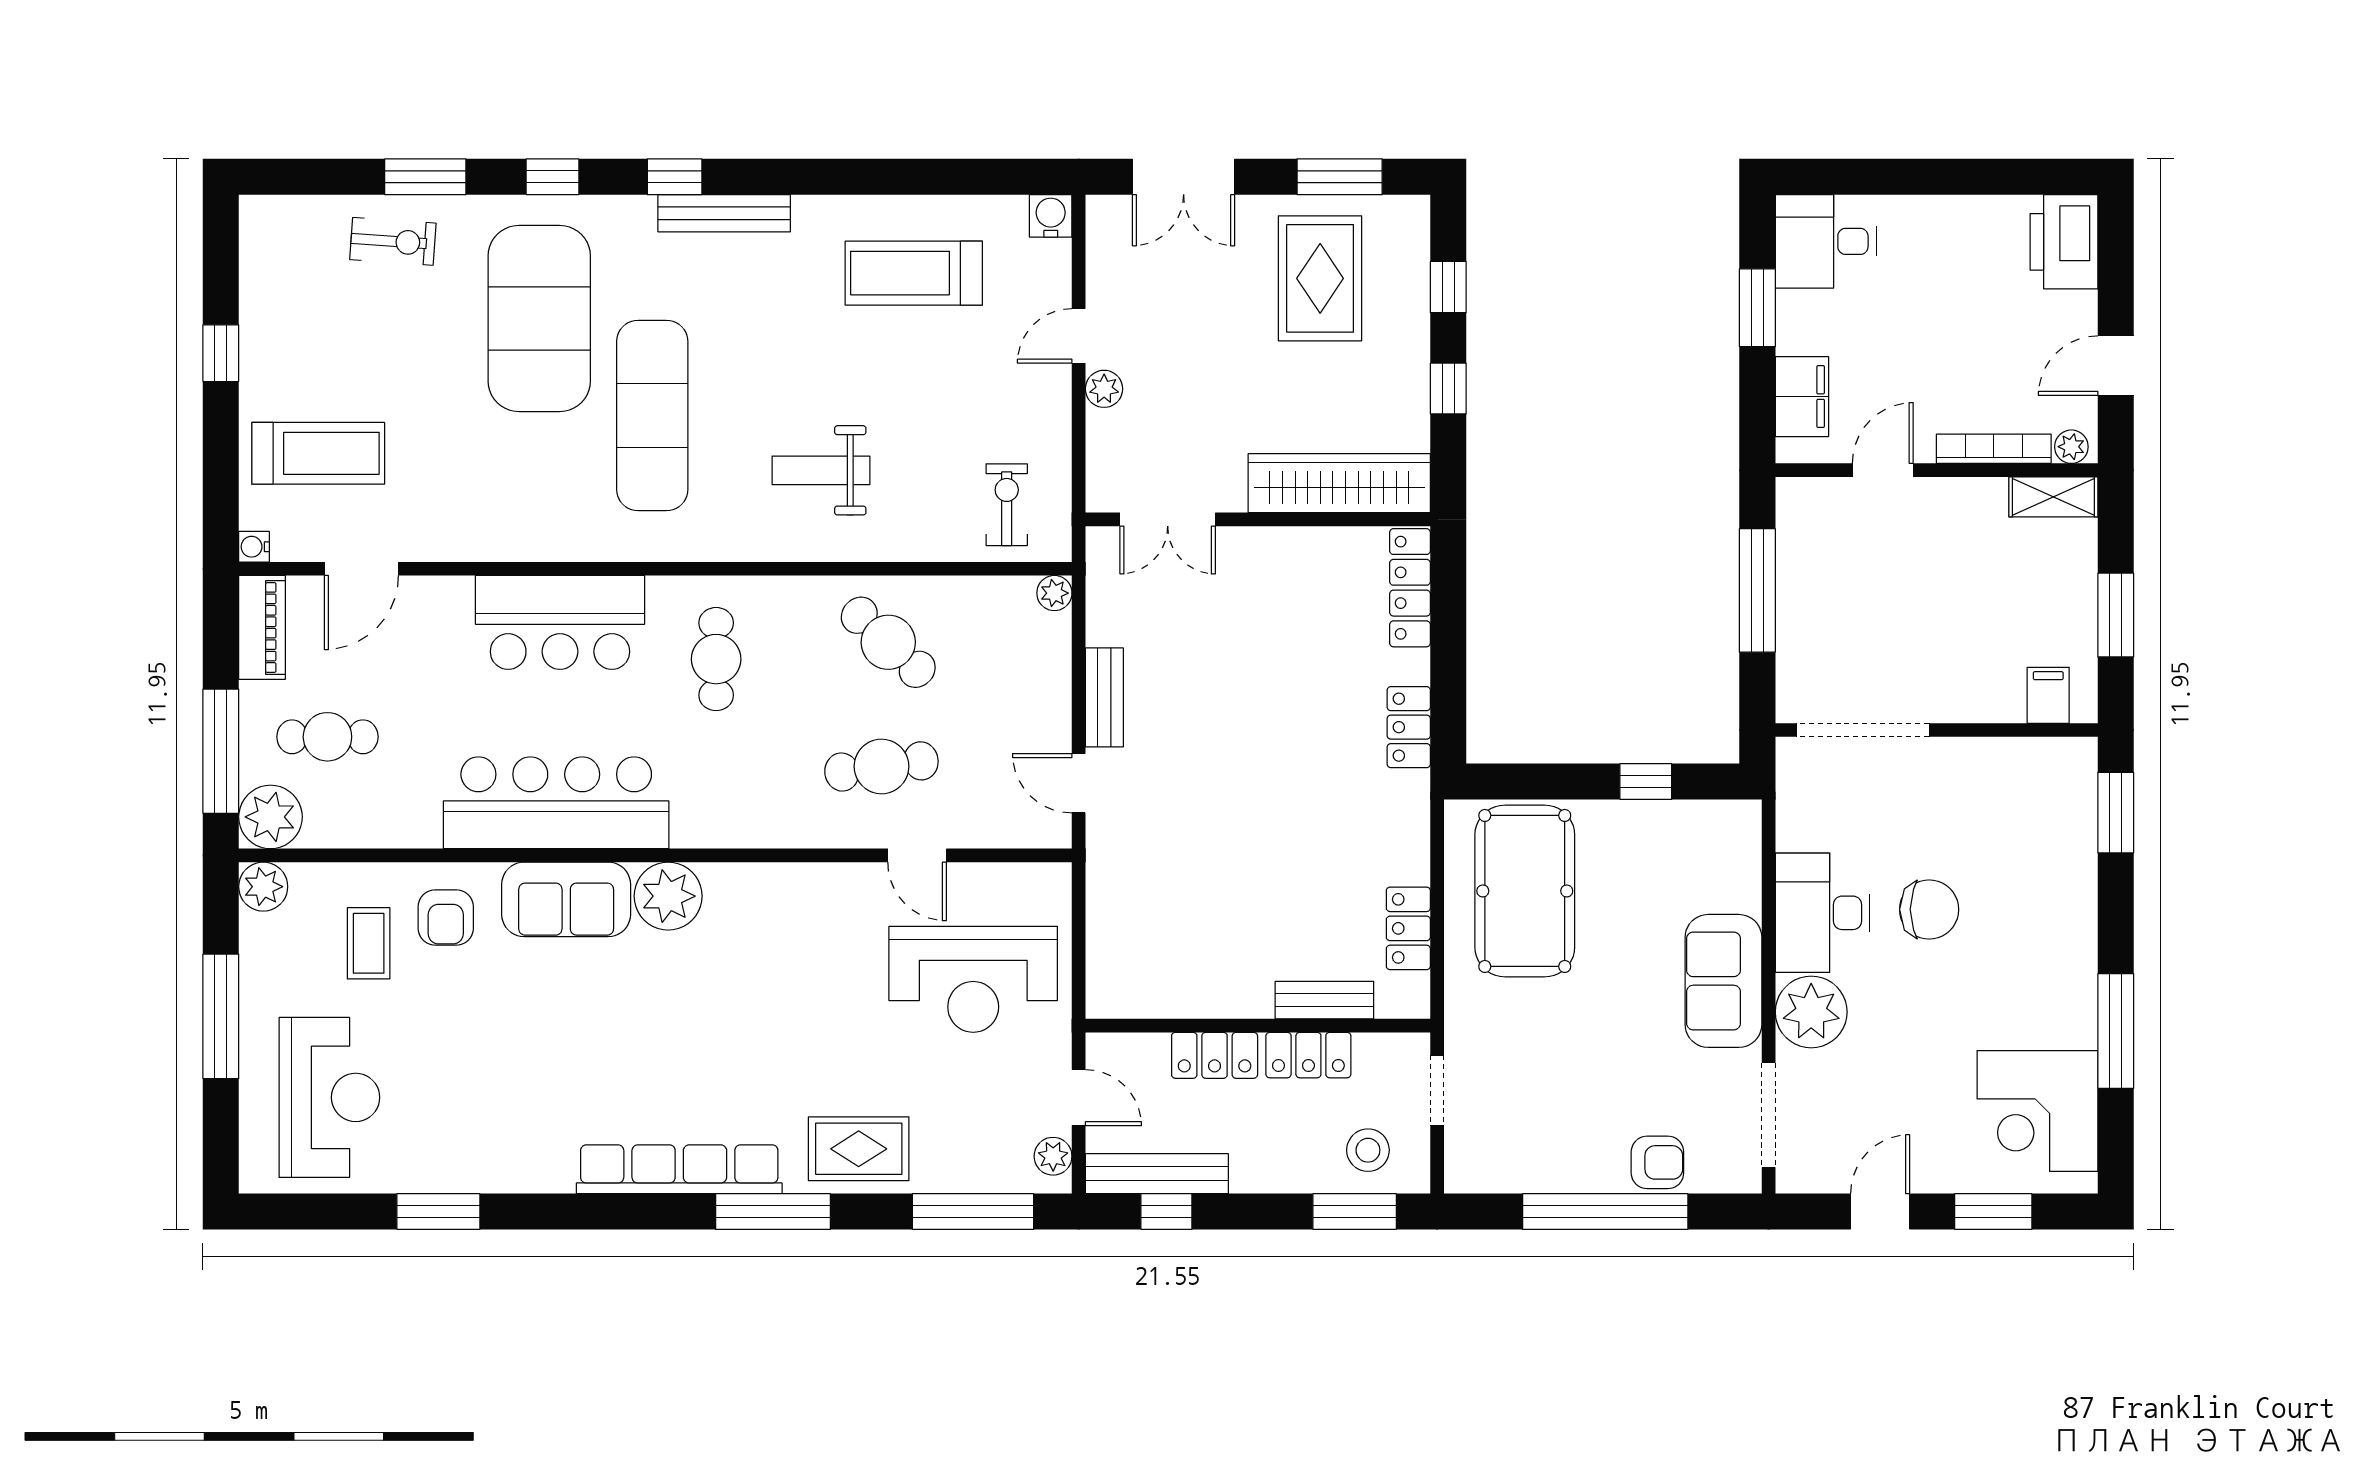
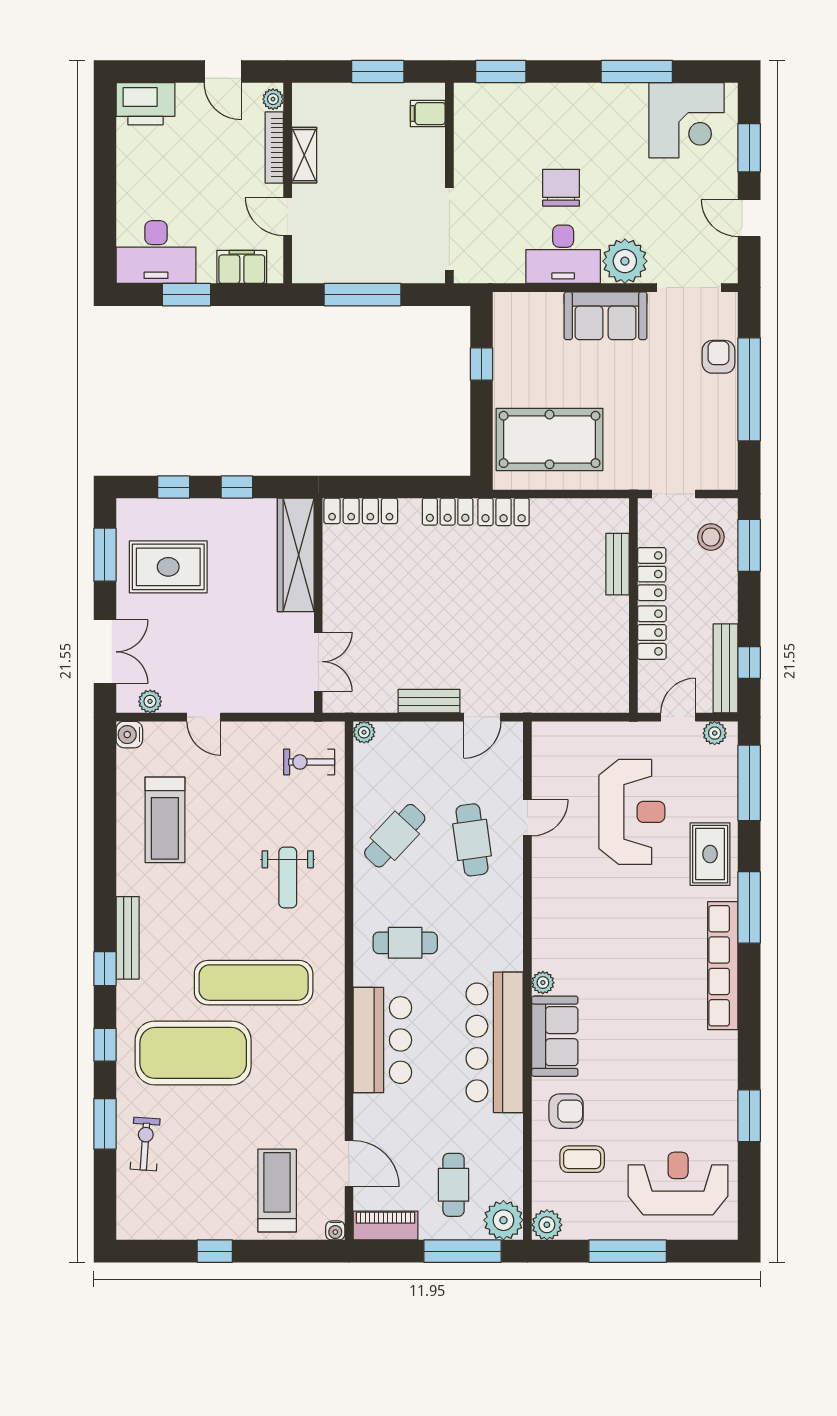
desk: (1826, 241) -> (156, 252), width x1.37
plant: (1104, 389) -> (150, 701), moved
shelving: (2053, 497) -> (304, 155), moved
plant: (668, 896) -> (543, 983), width x0.53, depth x0.53
locker: (1408, 928) -> (504, 512), moved
reception desk: (973, 979) -> (632, 812), moved

